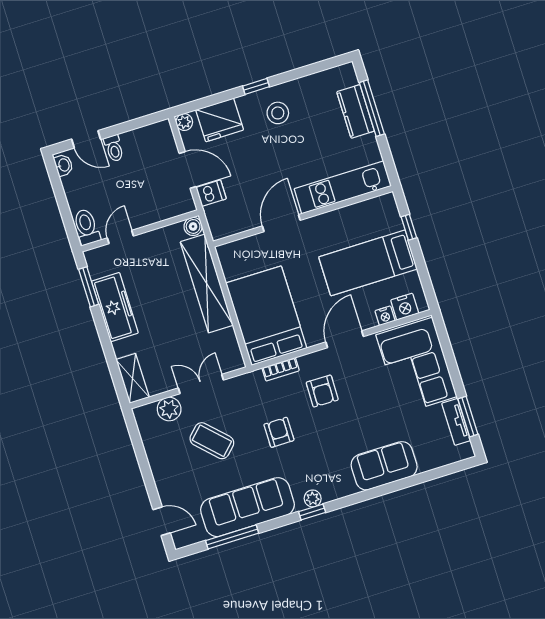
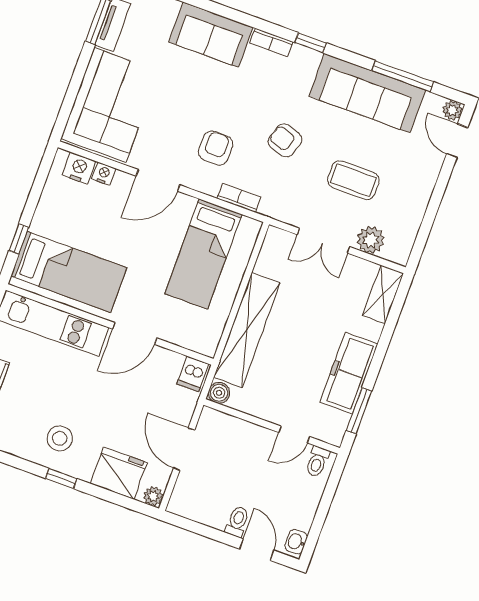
dishwasher: (211, 193) -> (193, 374), moved, turned -90
toilet: (87, 227) -> (317, 462), width x0.73, depth x0.72
bed: (368, 263) -> (69, 272), moved
bed: (266, 316) -> (203, 254), width x0.67
armchair: (279, 432) -> (285, 140), turned 108
coffee table: (212, 441) -> (353, 180), turned -45
bookcase: (339, 492) -> (271, 42), added
plant: (313, 498) -> (452, 110), moved

